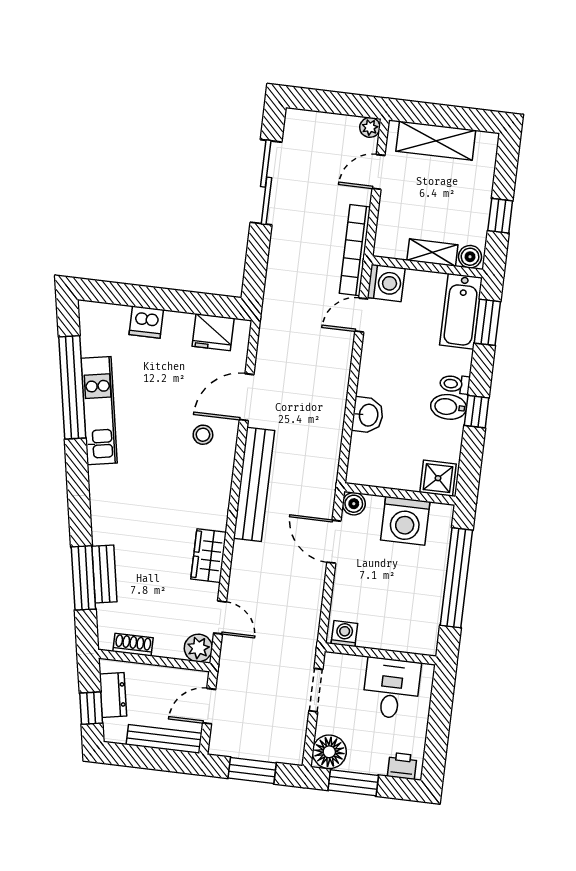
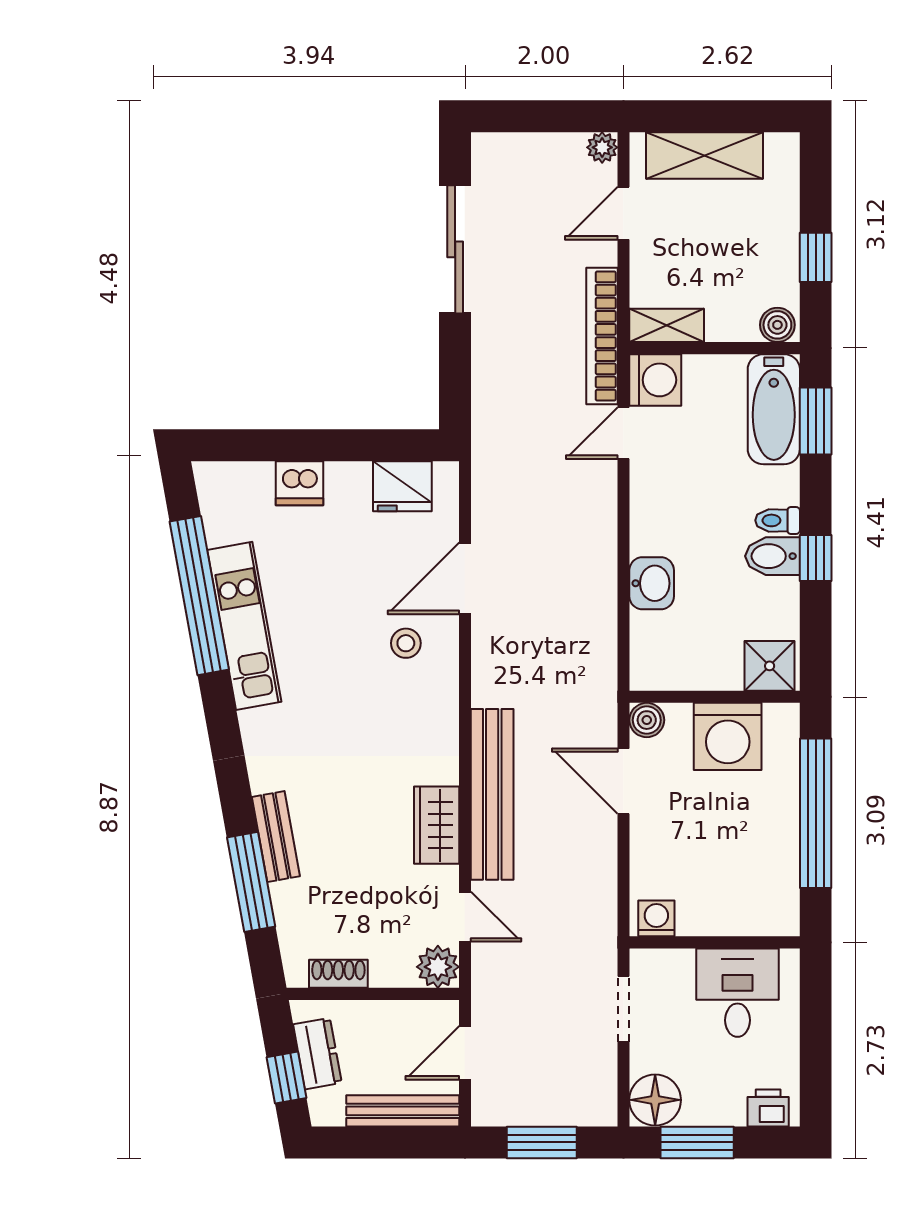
shelving: (432, 253) -> (667, 325), moved
bench: (254, 484) -> (492, 794), moved
bench: (104, 574) -> (276, 837), moved

